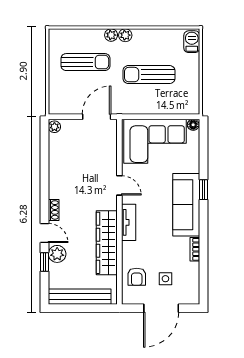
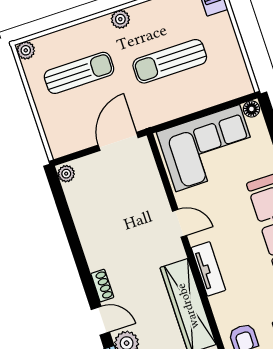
plant: (111, 35) -> (26, 50), moved

